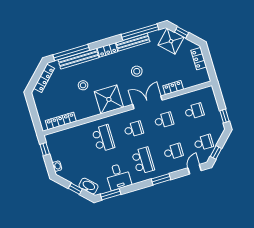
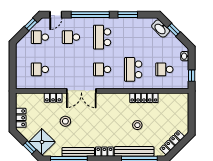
stool: (137, 71) -> (65, 121), moved
shower: (109, 99) -> (117, 105), removed
window: (224, 116) -> (13, 56), removed
school desk: (164, 120) -> (164, 69), moved
locker: (61, 121) -> (144, 98), moved
desk: (118, 177) -> (130, 29), removed
window: (161, 179) -> (90, 15), width x2.11
window: (111, 194) -> (128, 15), moved

